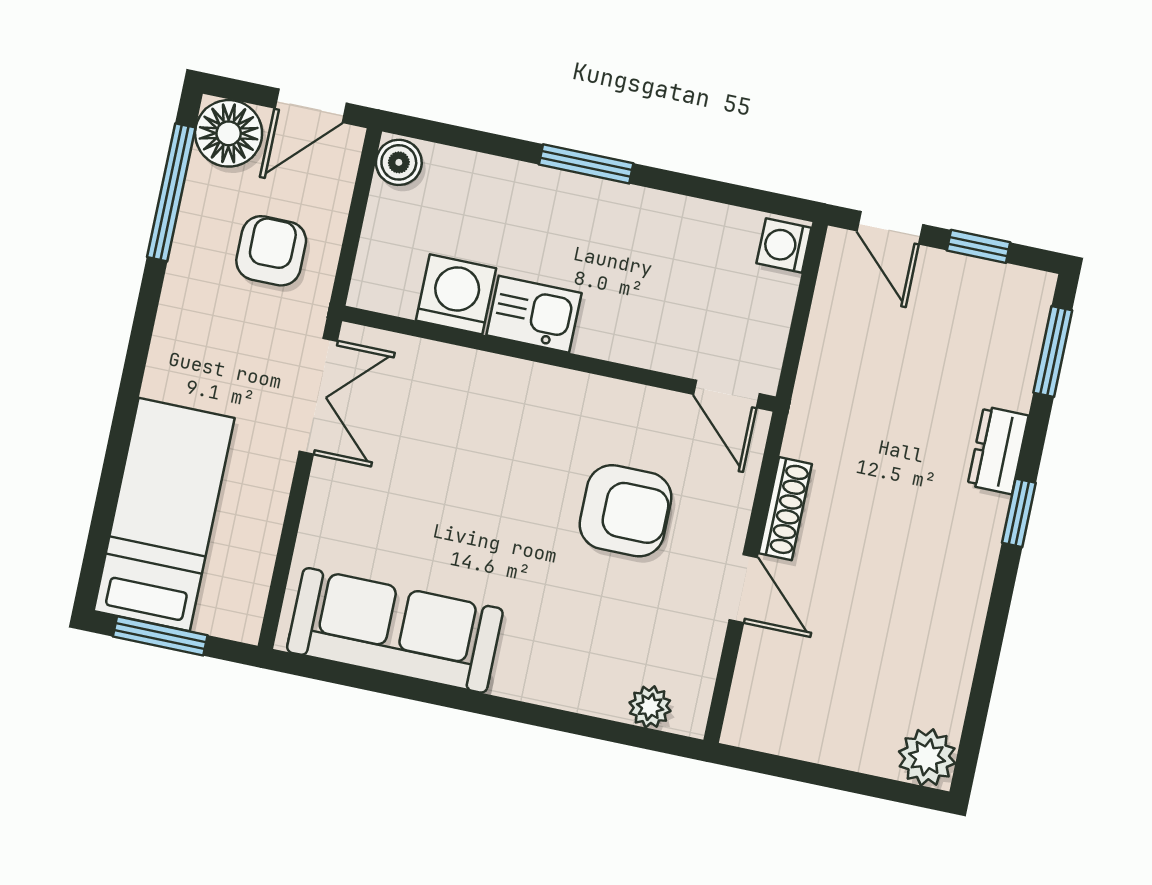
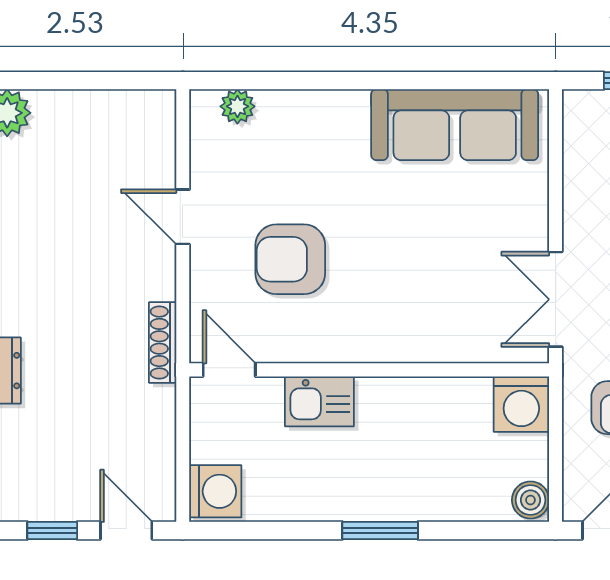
washing machine: (784, 245) -> (215, 491), width x1.38, depth x1.38
washing machine: (456, 294) -> (521, 404), moved
kitchen sink: (534, 314) -> (319, 401), moved
shoe rack: (785, 509) -> (163, 342), moved

